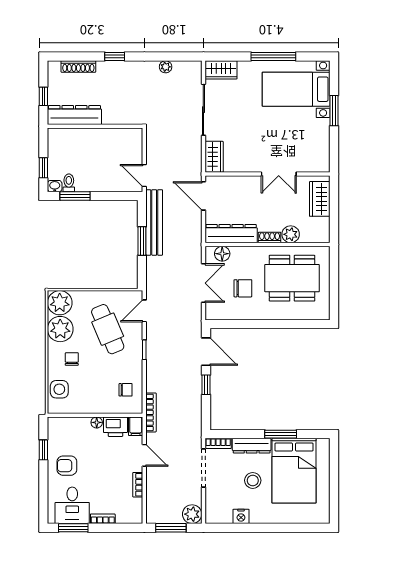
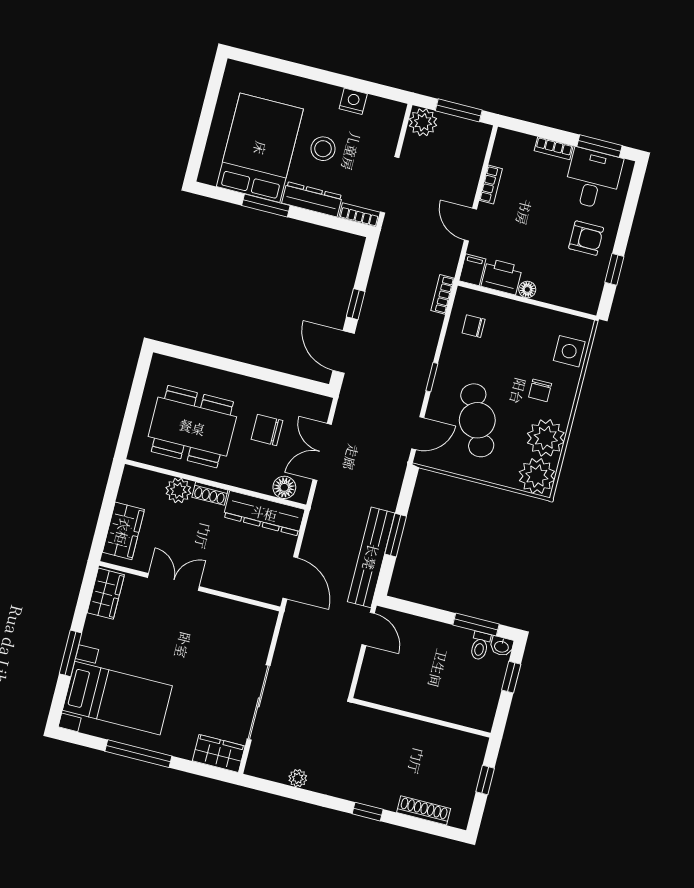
dresser: (74, 115) -> (447, 742), removed
wardrobe: (214, 157) -> (106, 594), moved, turned 180
bookcase: (151, 412) -> (443, 294), width x0.64

